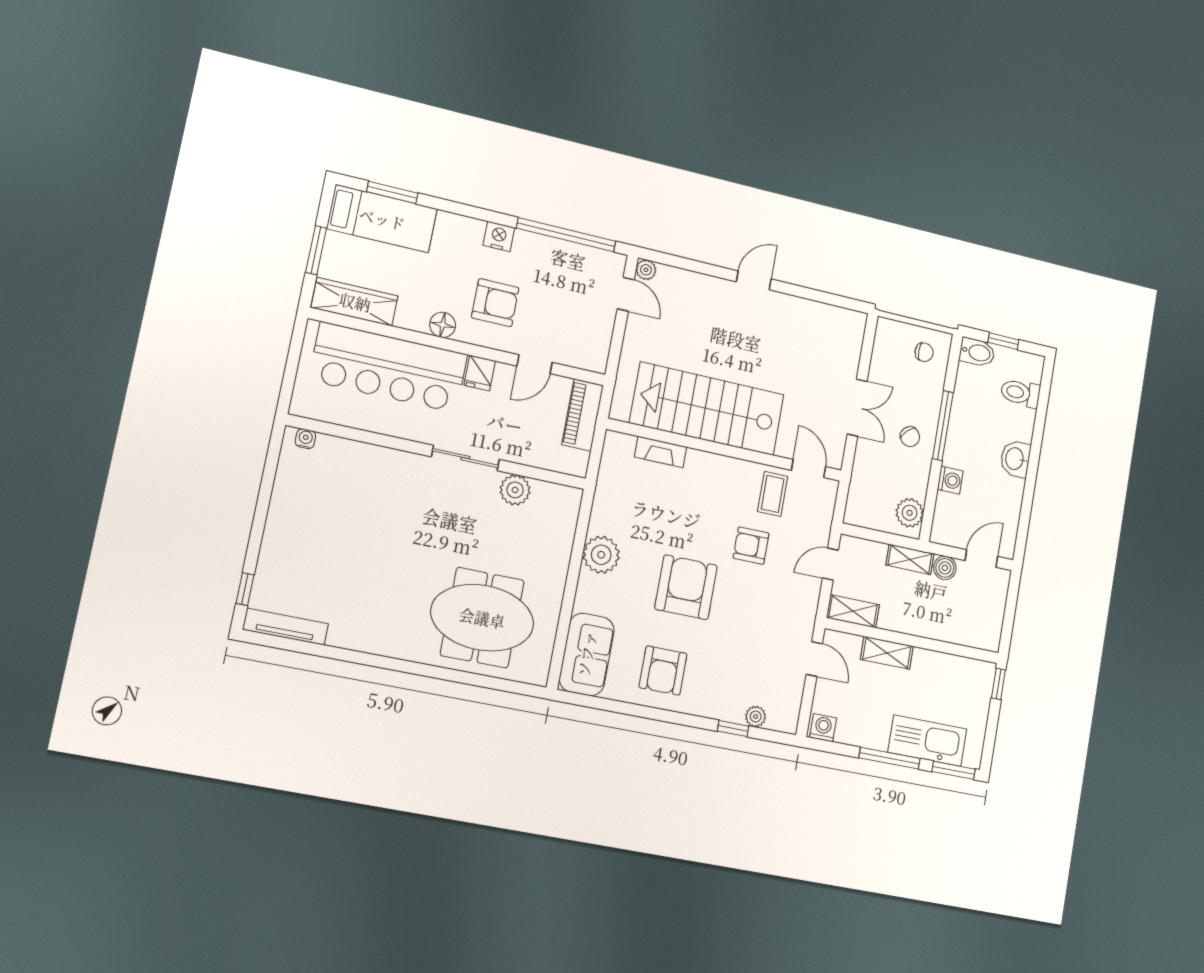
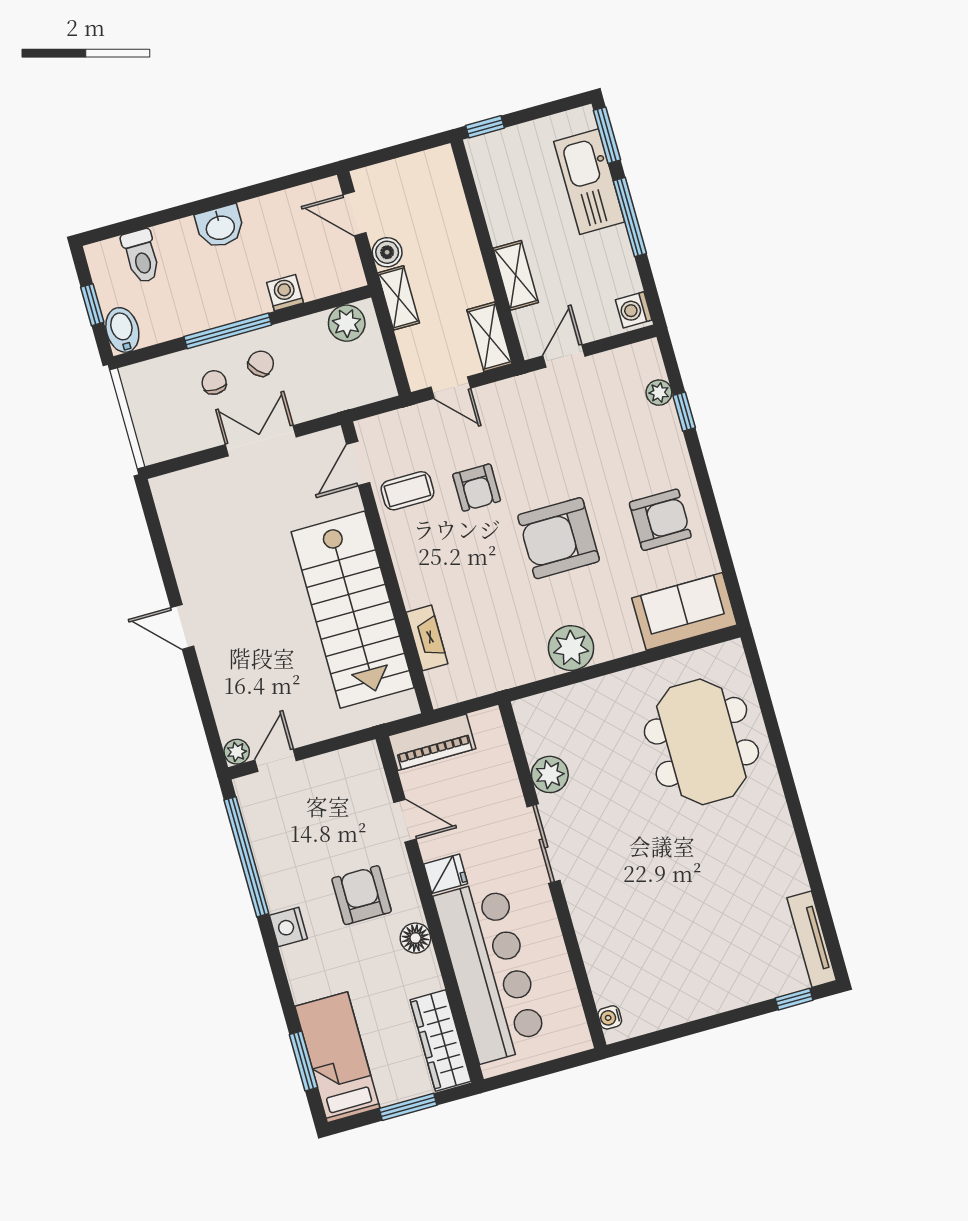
chair: (924, 352) -> (214, 382), moved

